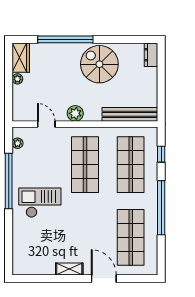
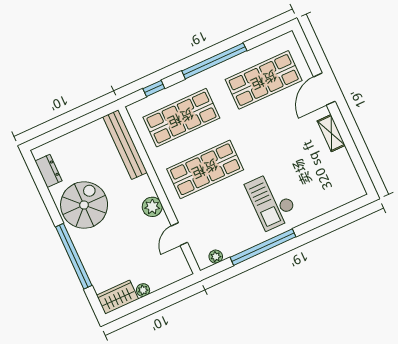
dresser: (151, 55) -> (48, 171), moved, turned -90
spiral stairs: (99, 64) -> (84, 205), turned 180

